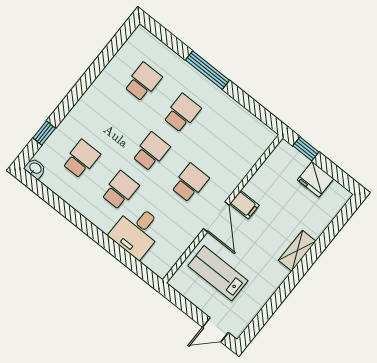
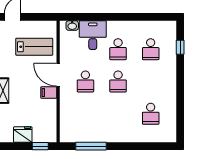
window: (207, 70) -> (91, 146), moved
school desk: (182, 113) -> (118, 114), removed
washbasin: (35, 168) -> (72, 26), moved

